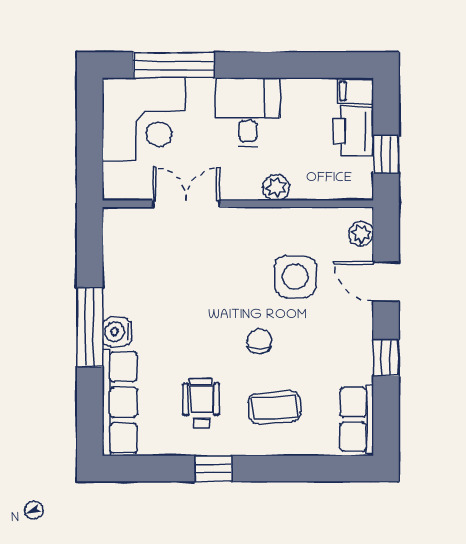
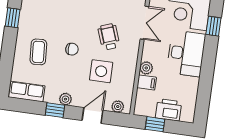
window: (174, 65) -> (213, 26), width x0.46
filing cabinet: (355, 91) -> (147, 82), moved, turned 90
desk: (248, 112) -> (186, 53), width x1.37
plant: (361, 340) -> (65, 99), added
wheelchair: (201, 403) -> (109, 37), moved, turned -110

